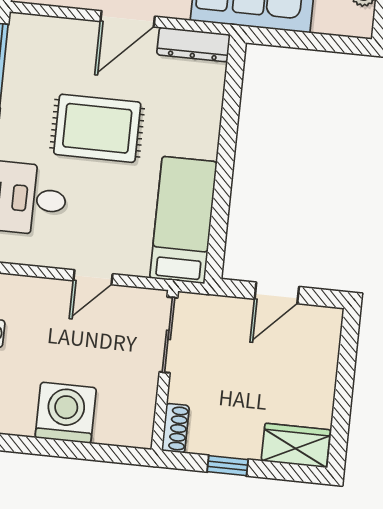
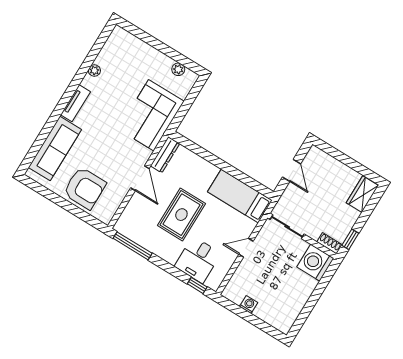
door: (93, 277) -> (246, 248), swing flipped
washing machine: (66, 413) -> (315, 263), moved
window: (228, 466) -> (350, 239), moved

